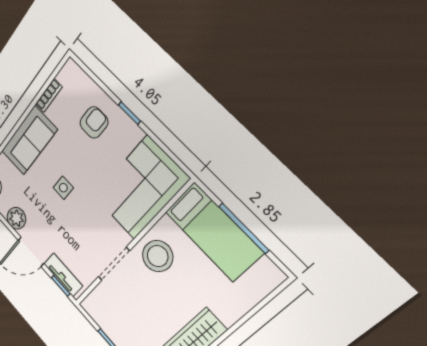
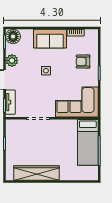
armchair: (94, 122) -> (83, 61), turned 180
stool: (158, 256) -> (59, 132), removed

